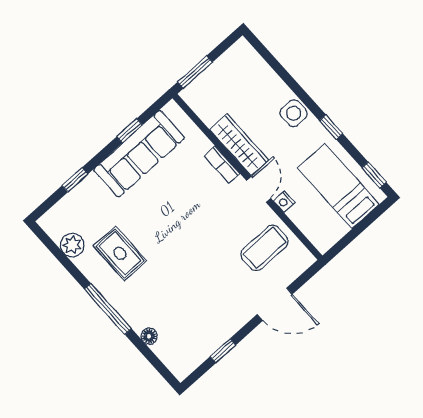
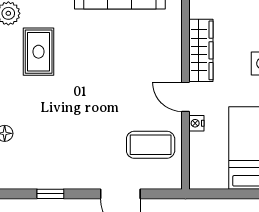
bookcase: (222, 165) -> (175, 54), removed
door: (259, 189) -> (185, 97), swing flipped

